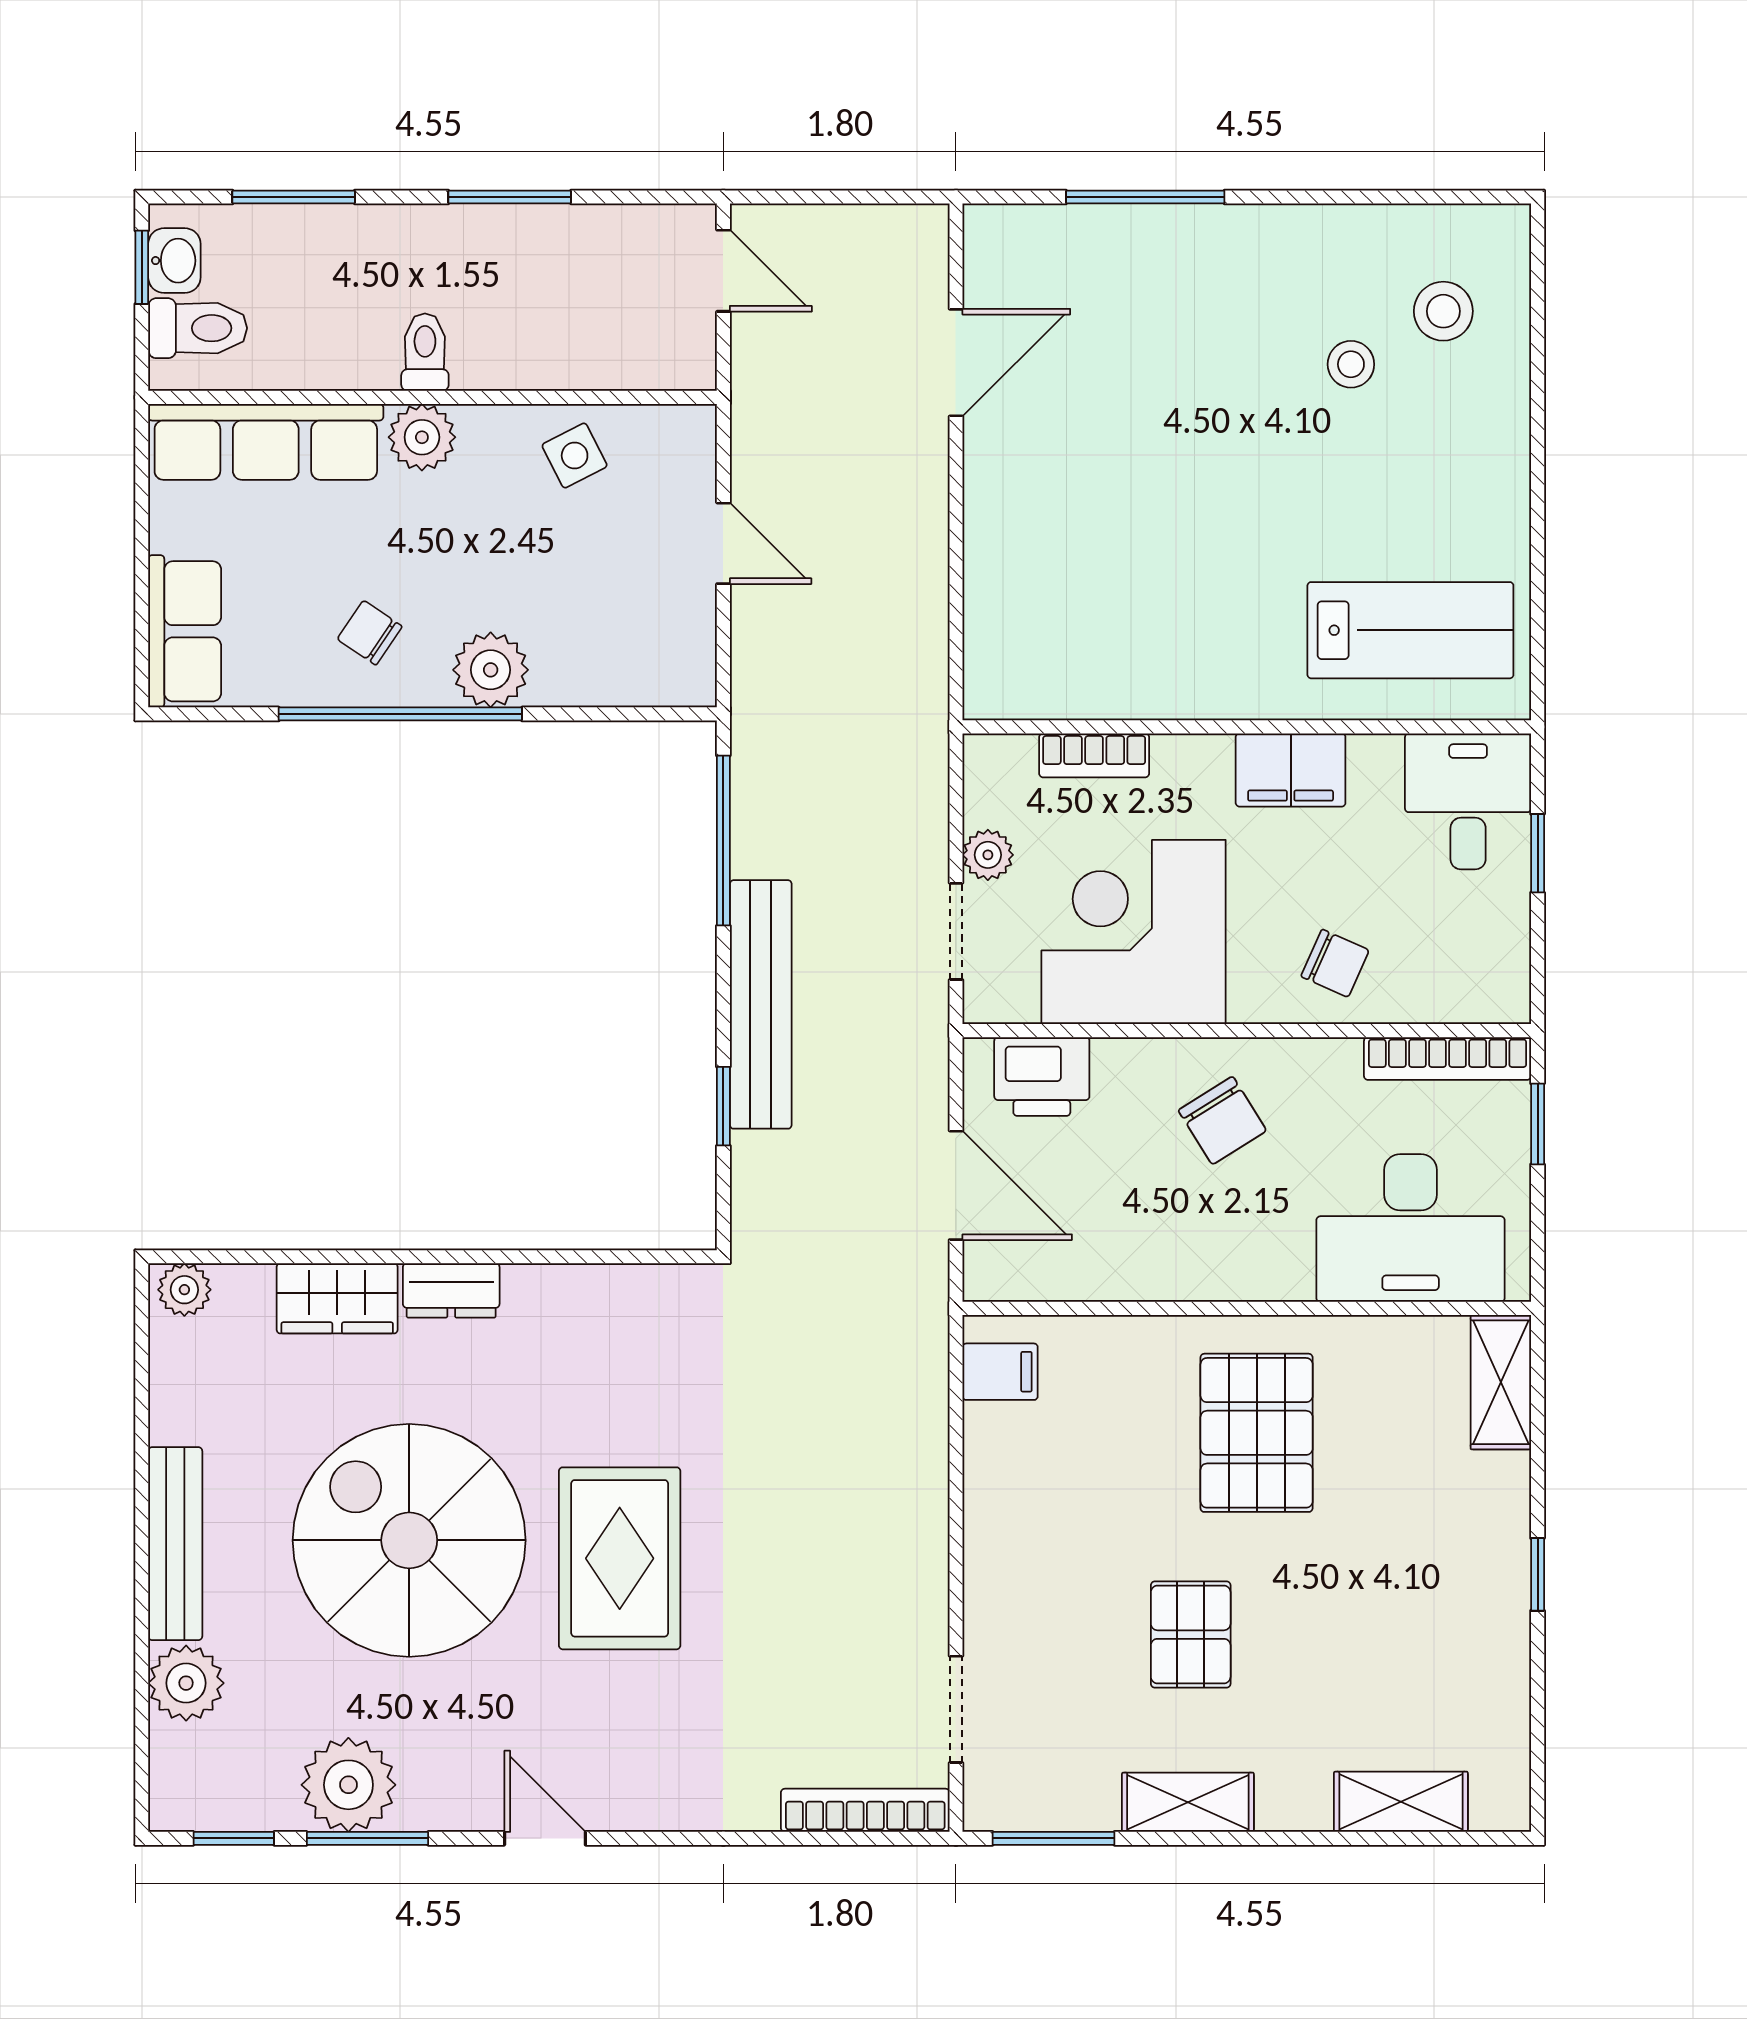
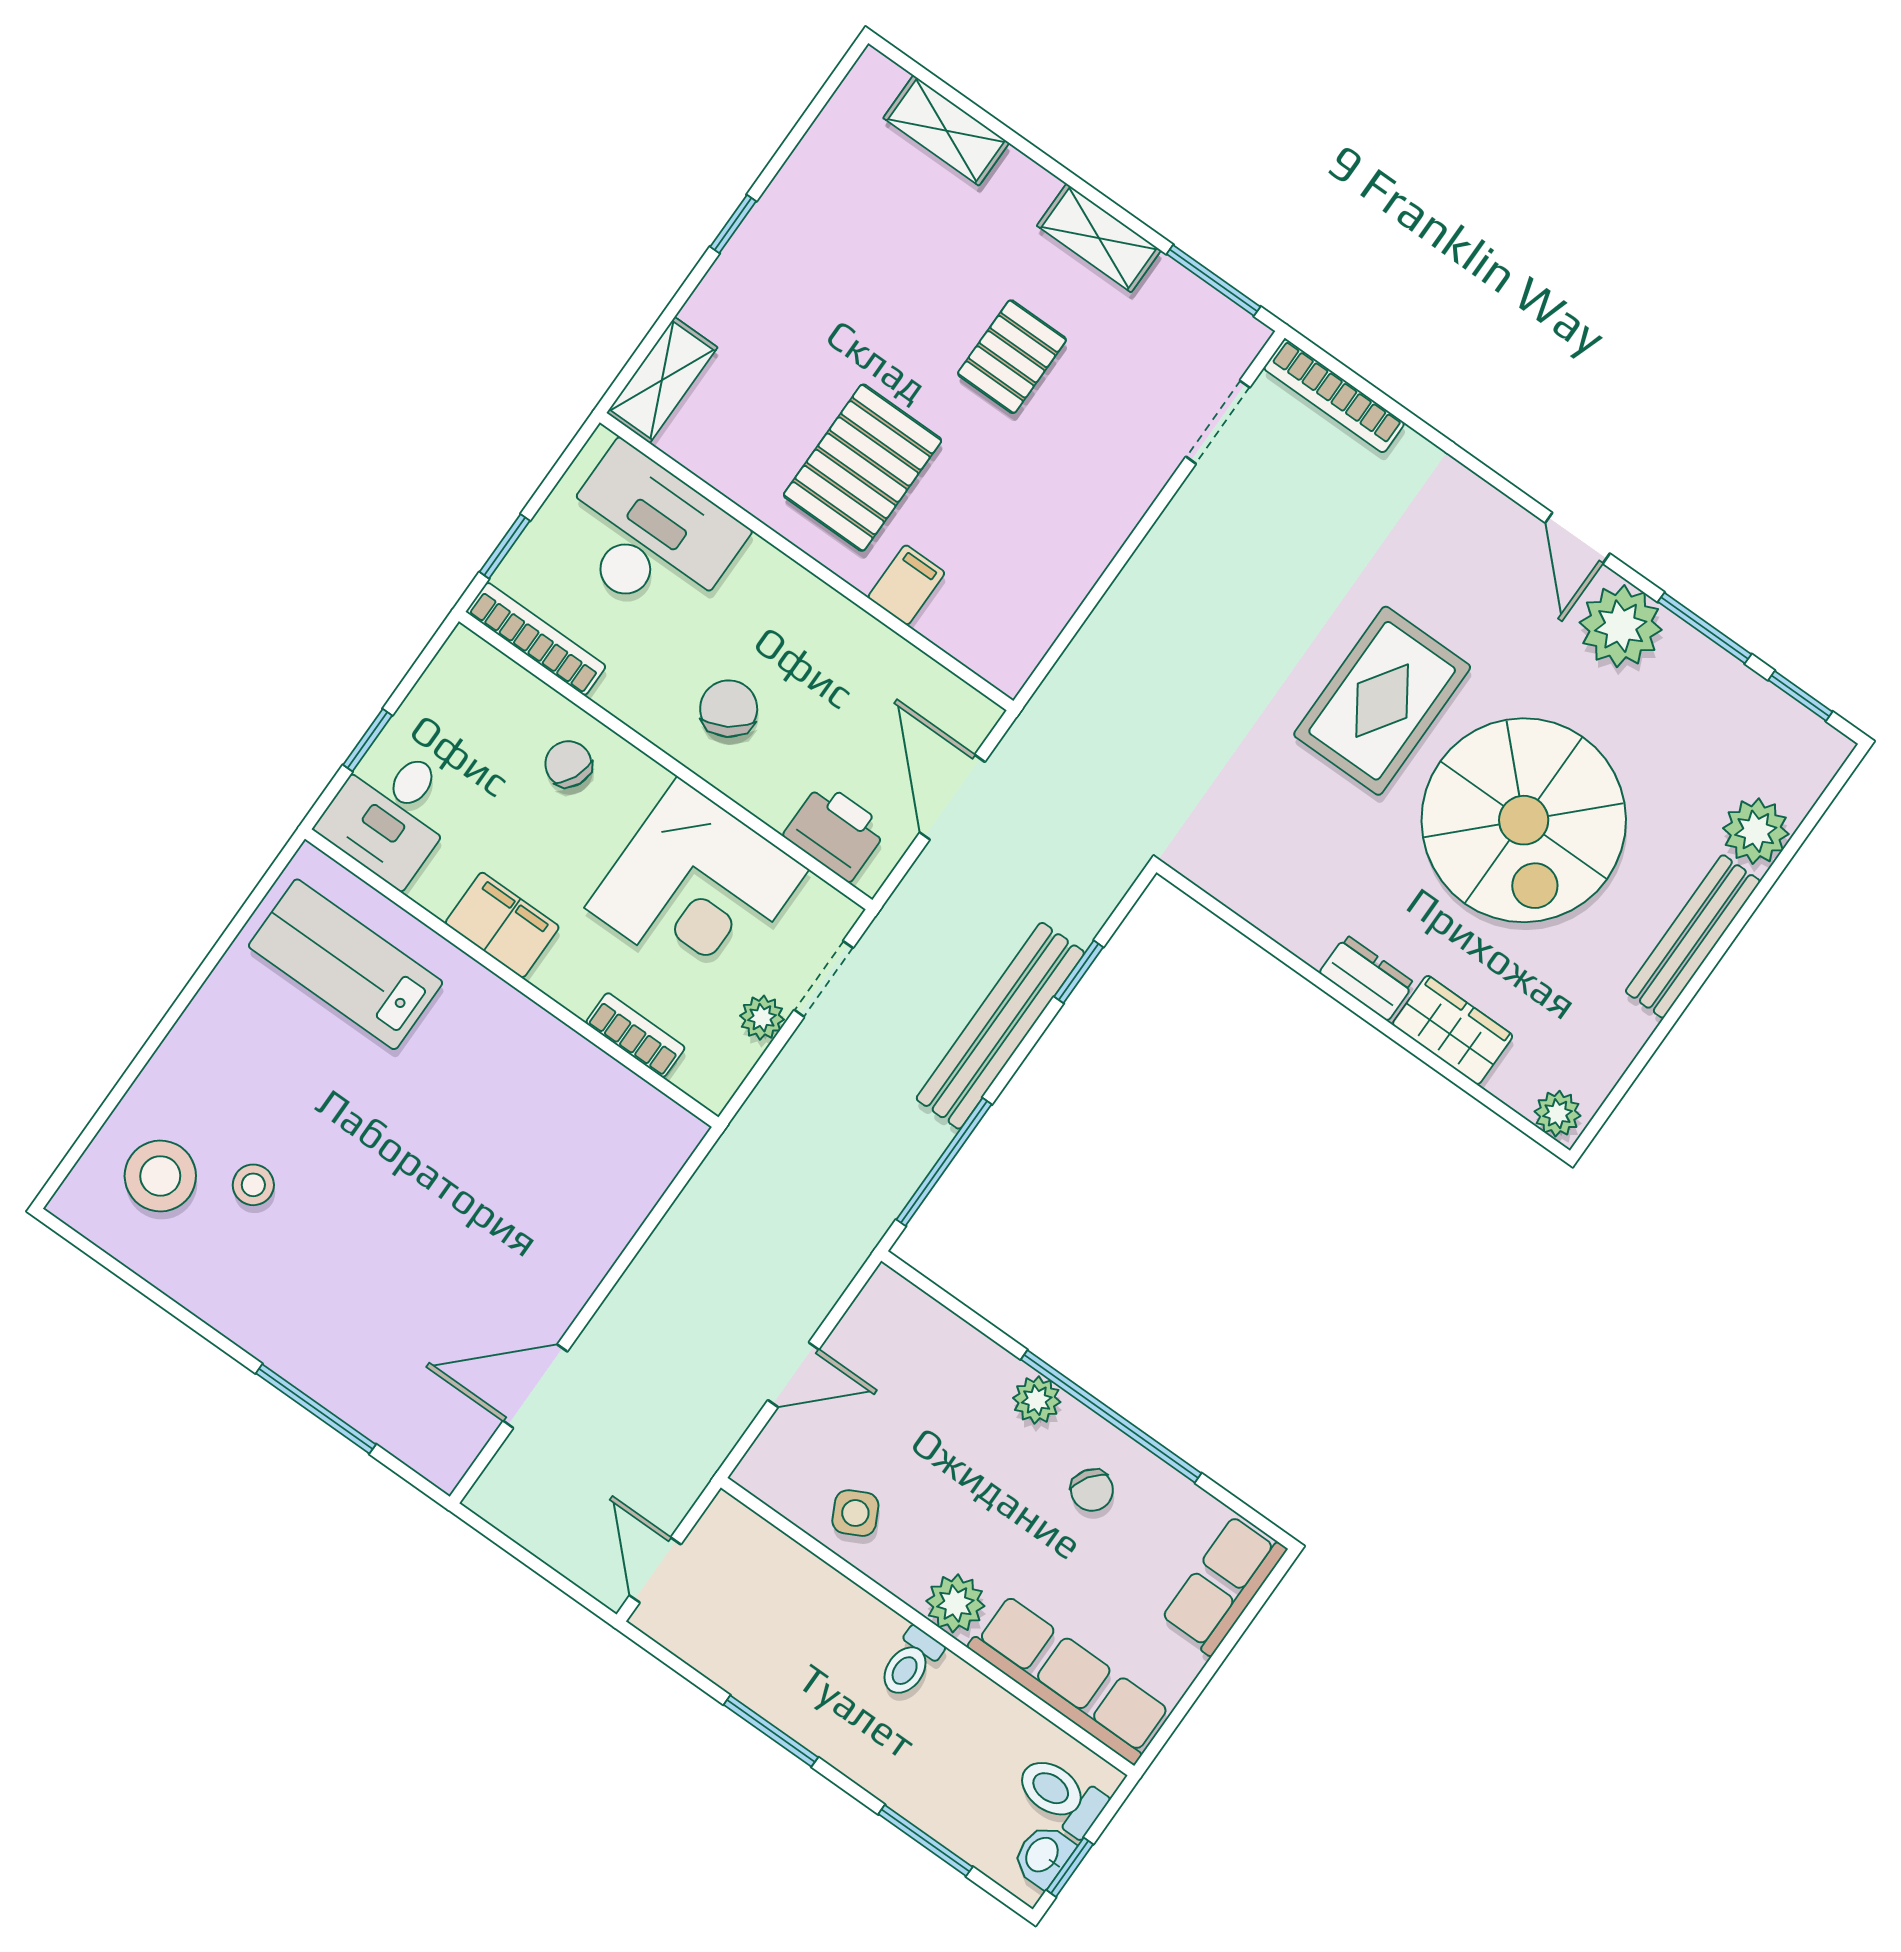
stool: (1443, 311) -> (160, 1176), width x1.38, depth x1.38
door: (723, 543) -> (793, 1375), swing flipped
plant: (491, 670) -> (1037, 1400), width x0.73, depth x0.73
filing cabinet: (1000, 1372) -> (906, 585), moved, turned 90
plant: (348, 1785) -> (1621, 626), moved

